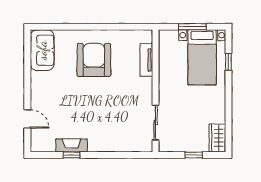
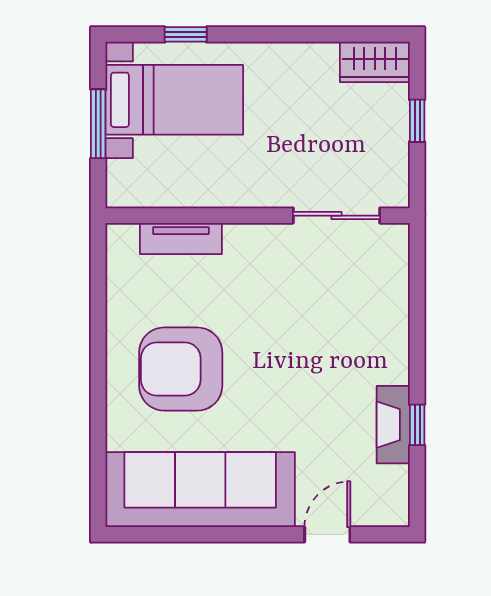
sofa: (42, 50) -> (200, 490), width x1.85, depth x1.27

